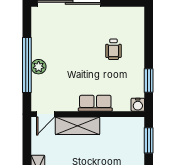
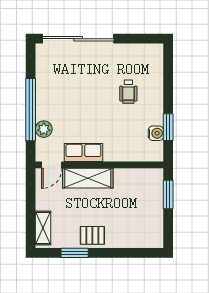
plant: (39, 67) -> (44, 129), moved
row of seats: (95, 103) -> (83, 153), moved
water cooler: (138, 105) -> (156, 133), moved, turned -90

